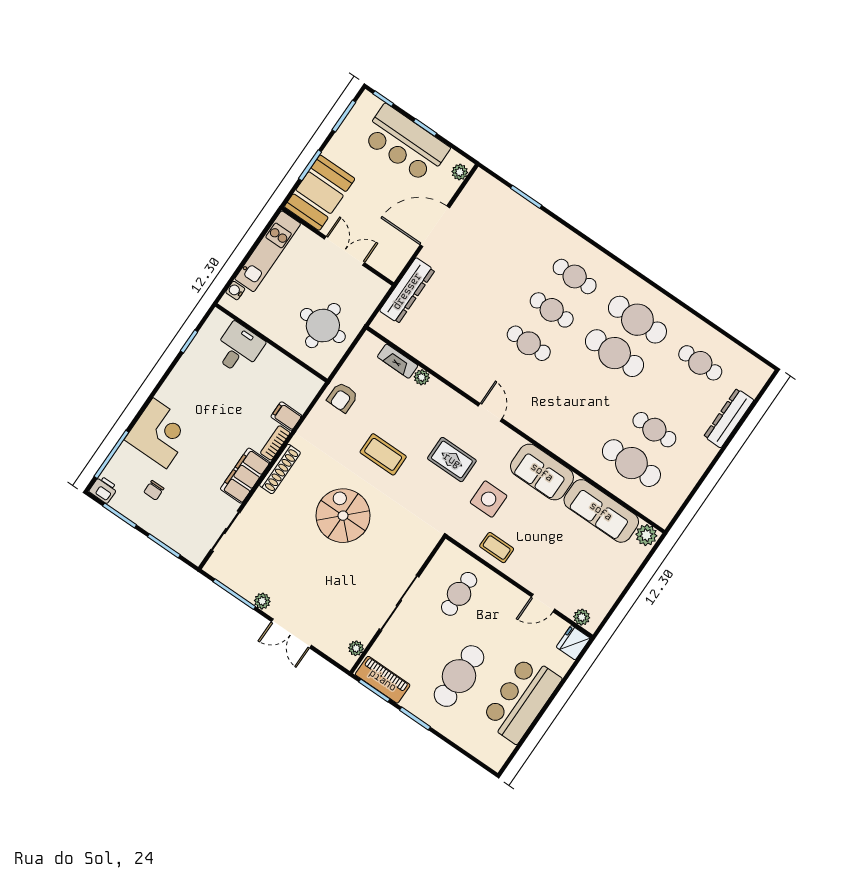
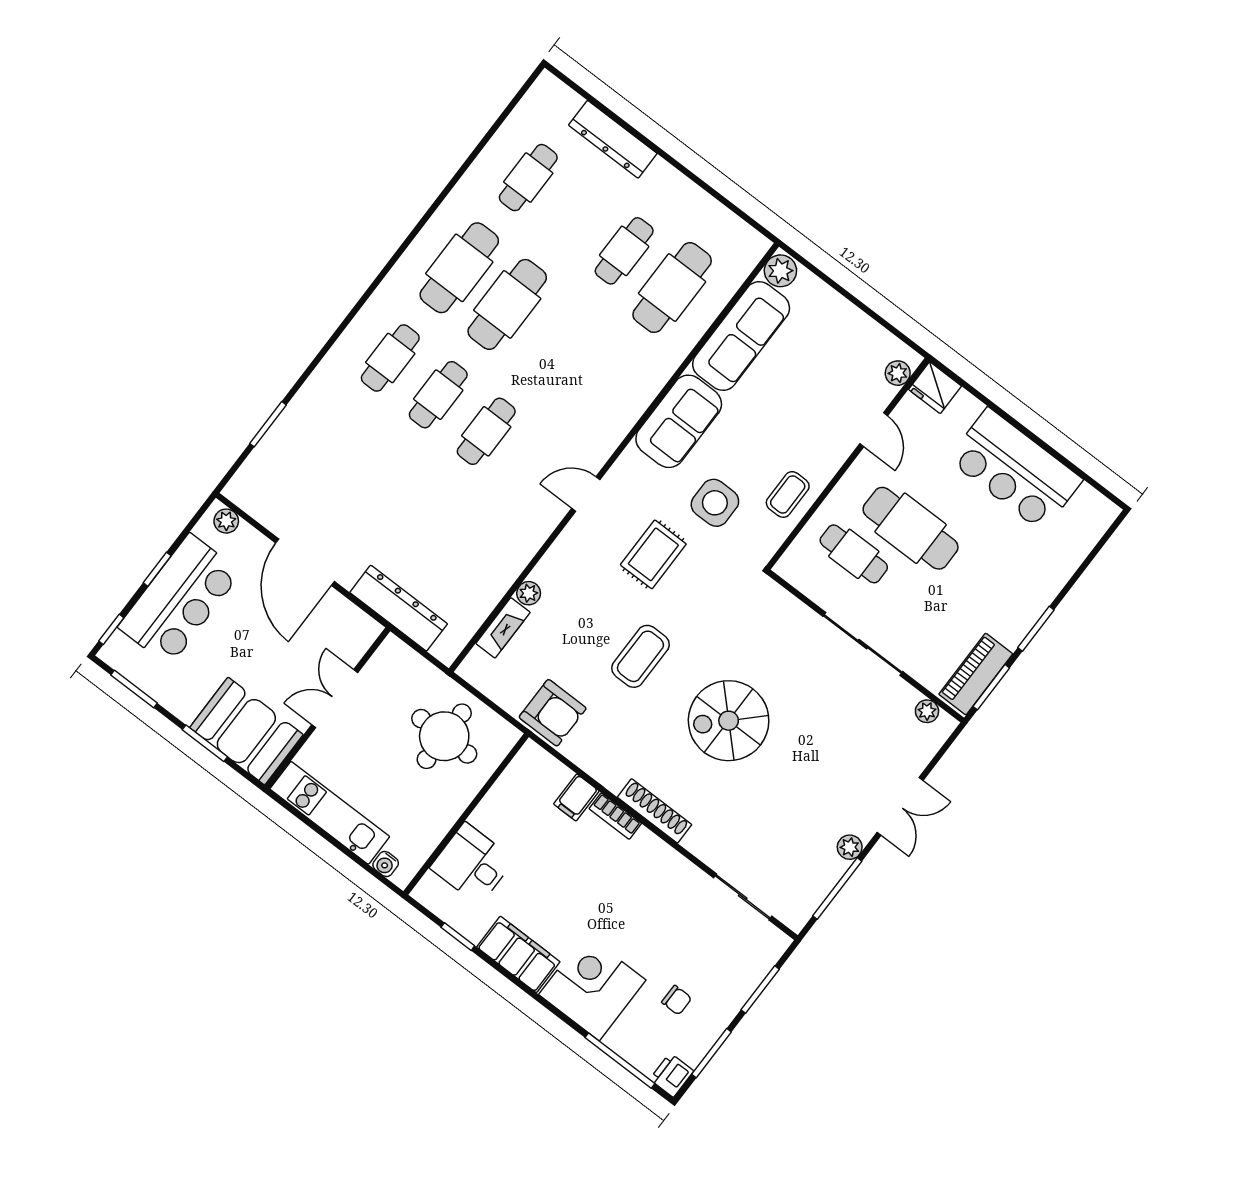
armchair: (342, 397) -> (553, 713), width x1.38, depth x1.38
filing cabinet: (245, 476) -> (518, 954), moved, turned 180
cafe table: (459, 676) -> (911, 528), moved

